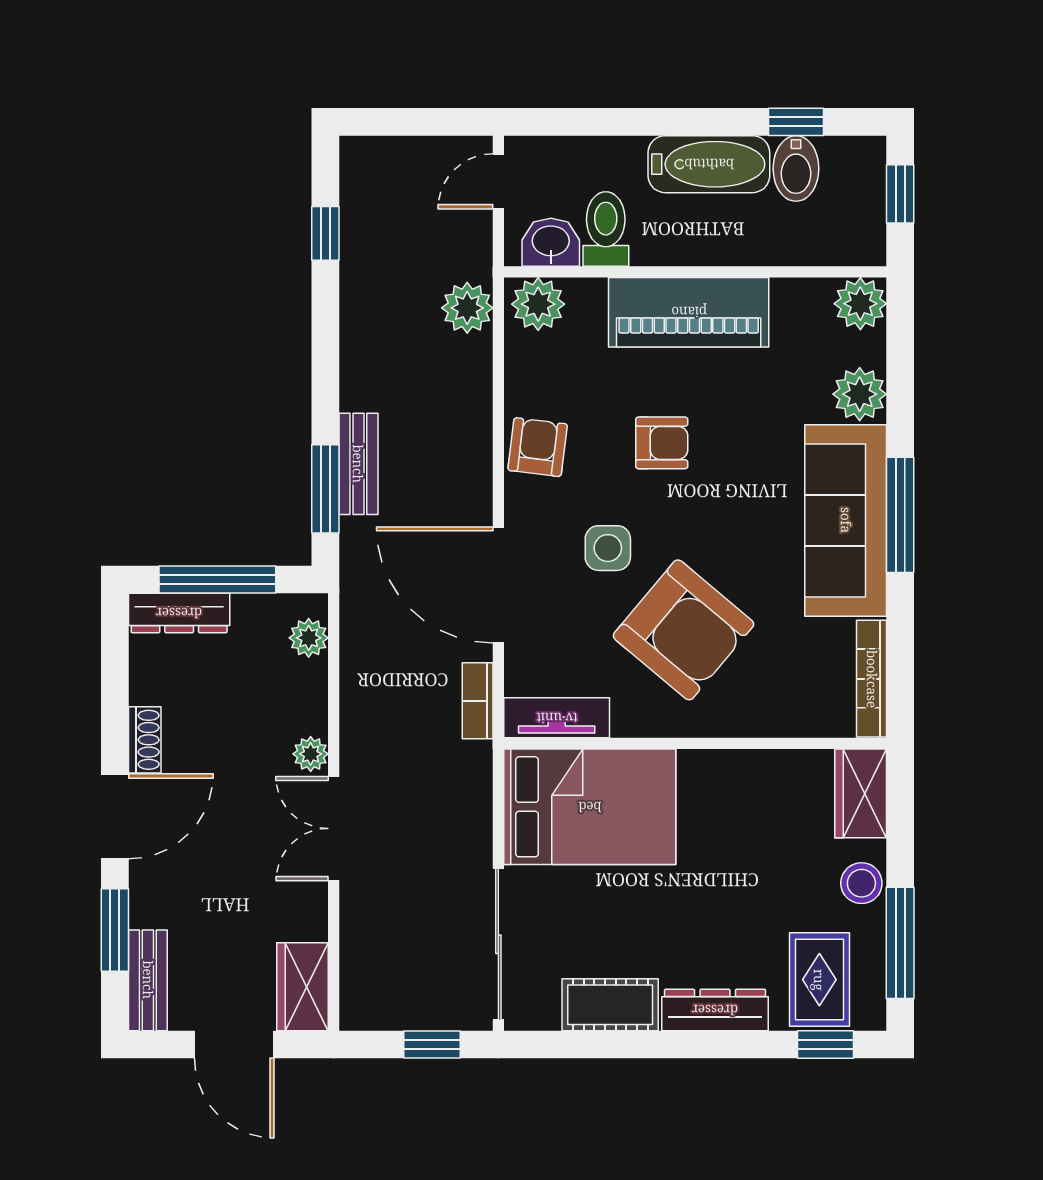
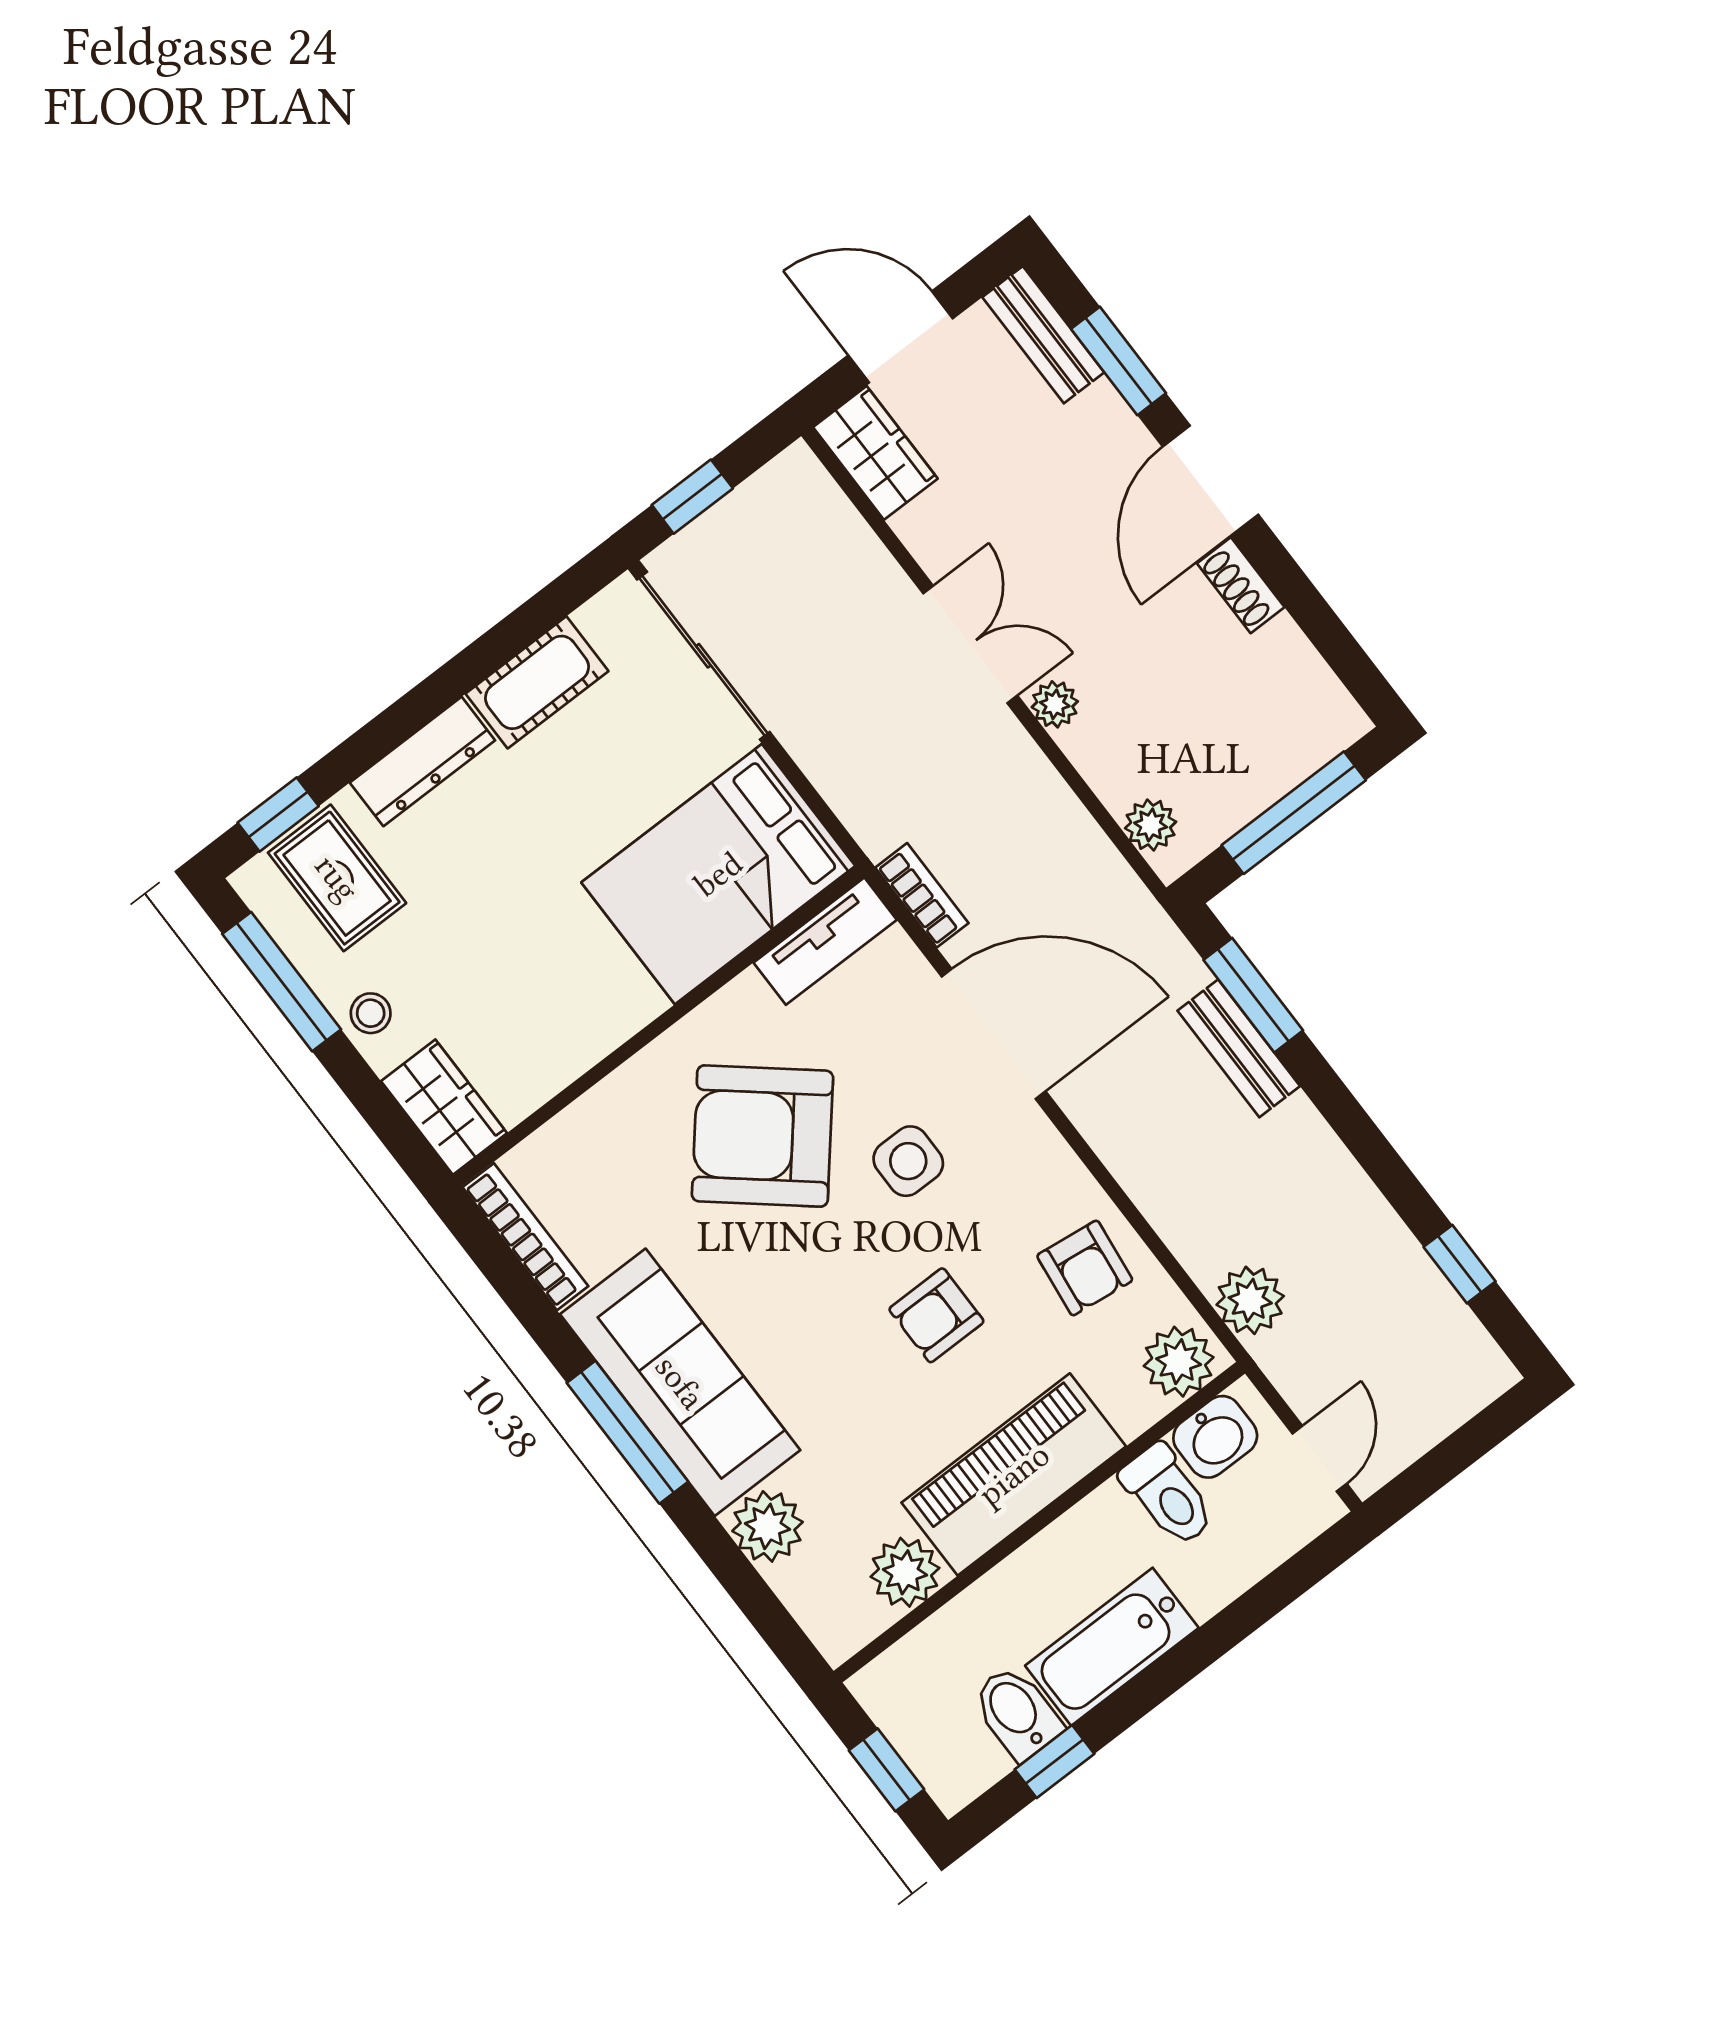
plant: (860, 304) -> (905, 1572), moved
armchair: (538, 447) -> (1085, 1268), moved
dresser: (179, 613) -> (1307, 746), removed
stool: (861, 883) -> (371, 1013), width x0.73, depth x0.73

